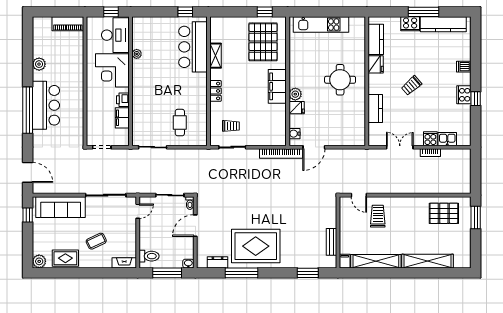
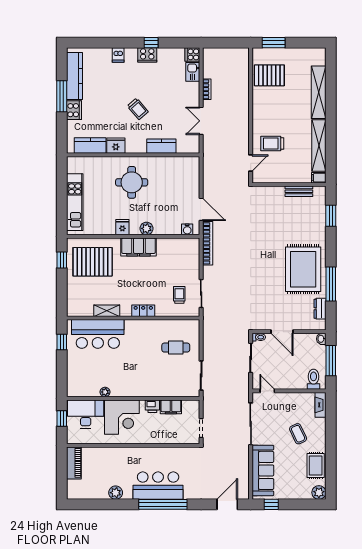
fridge: (297, 108) -> (122, 227), moved
cooker: (430, 139) -> (192, 54), moved
pallet: (444, 213) -> (269, 75), turned 90

